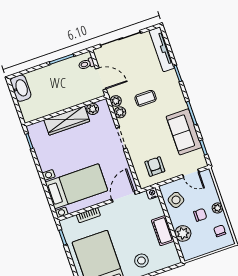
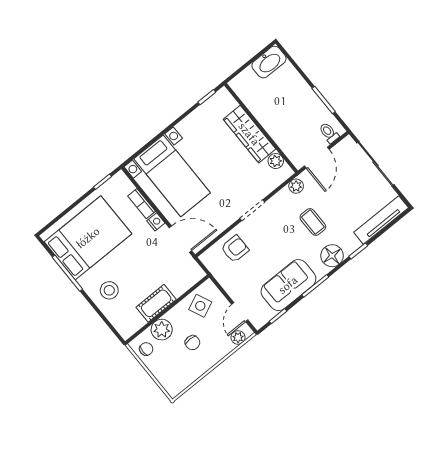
floor lamp: (174, 93) -> (332, 256), added
plant: (120, 112) -> (284, 196), removed
armchair: (155, 166) -> (235, 249), moved
nightstand: (152, 193) -> (156, 222), moved
plant: (217, 208) -> (238, 337), moved
chair: (220, 231) -> (146, 349), moved

